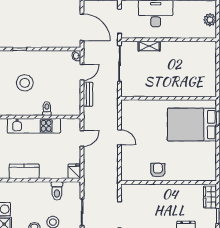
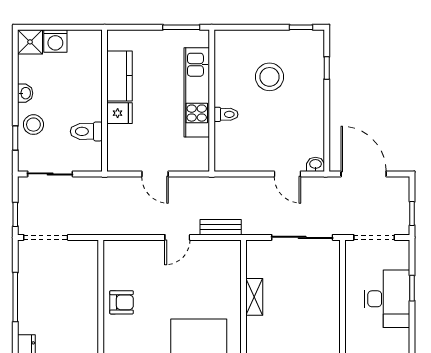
door: (82, 27) -> (364, 174), swing flipped
shelving: (149, 46) -> (254, 297), moved
bench: (88, 94) -> (221, 227), moved
door: (82, 138) -> (155, 174), moved
fridge: (74, 171) -> (120, 113), moved

